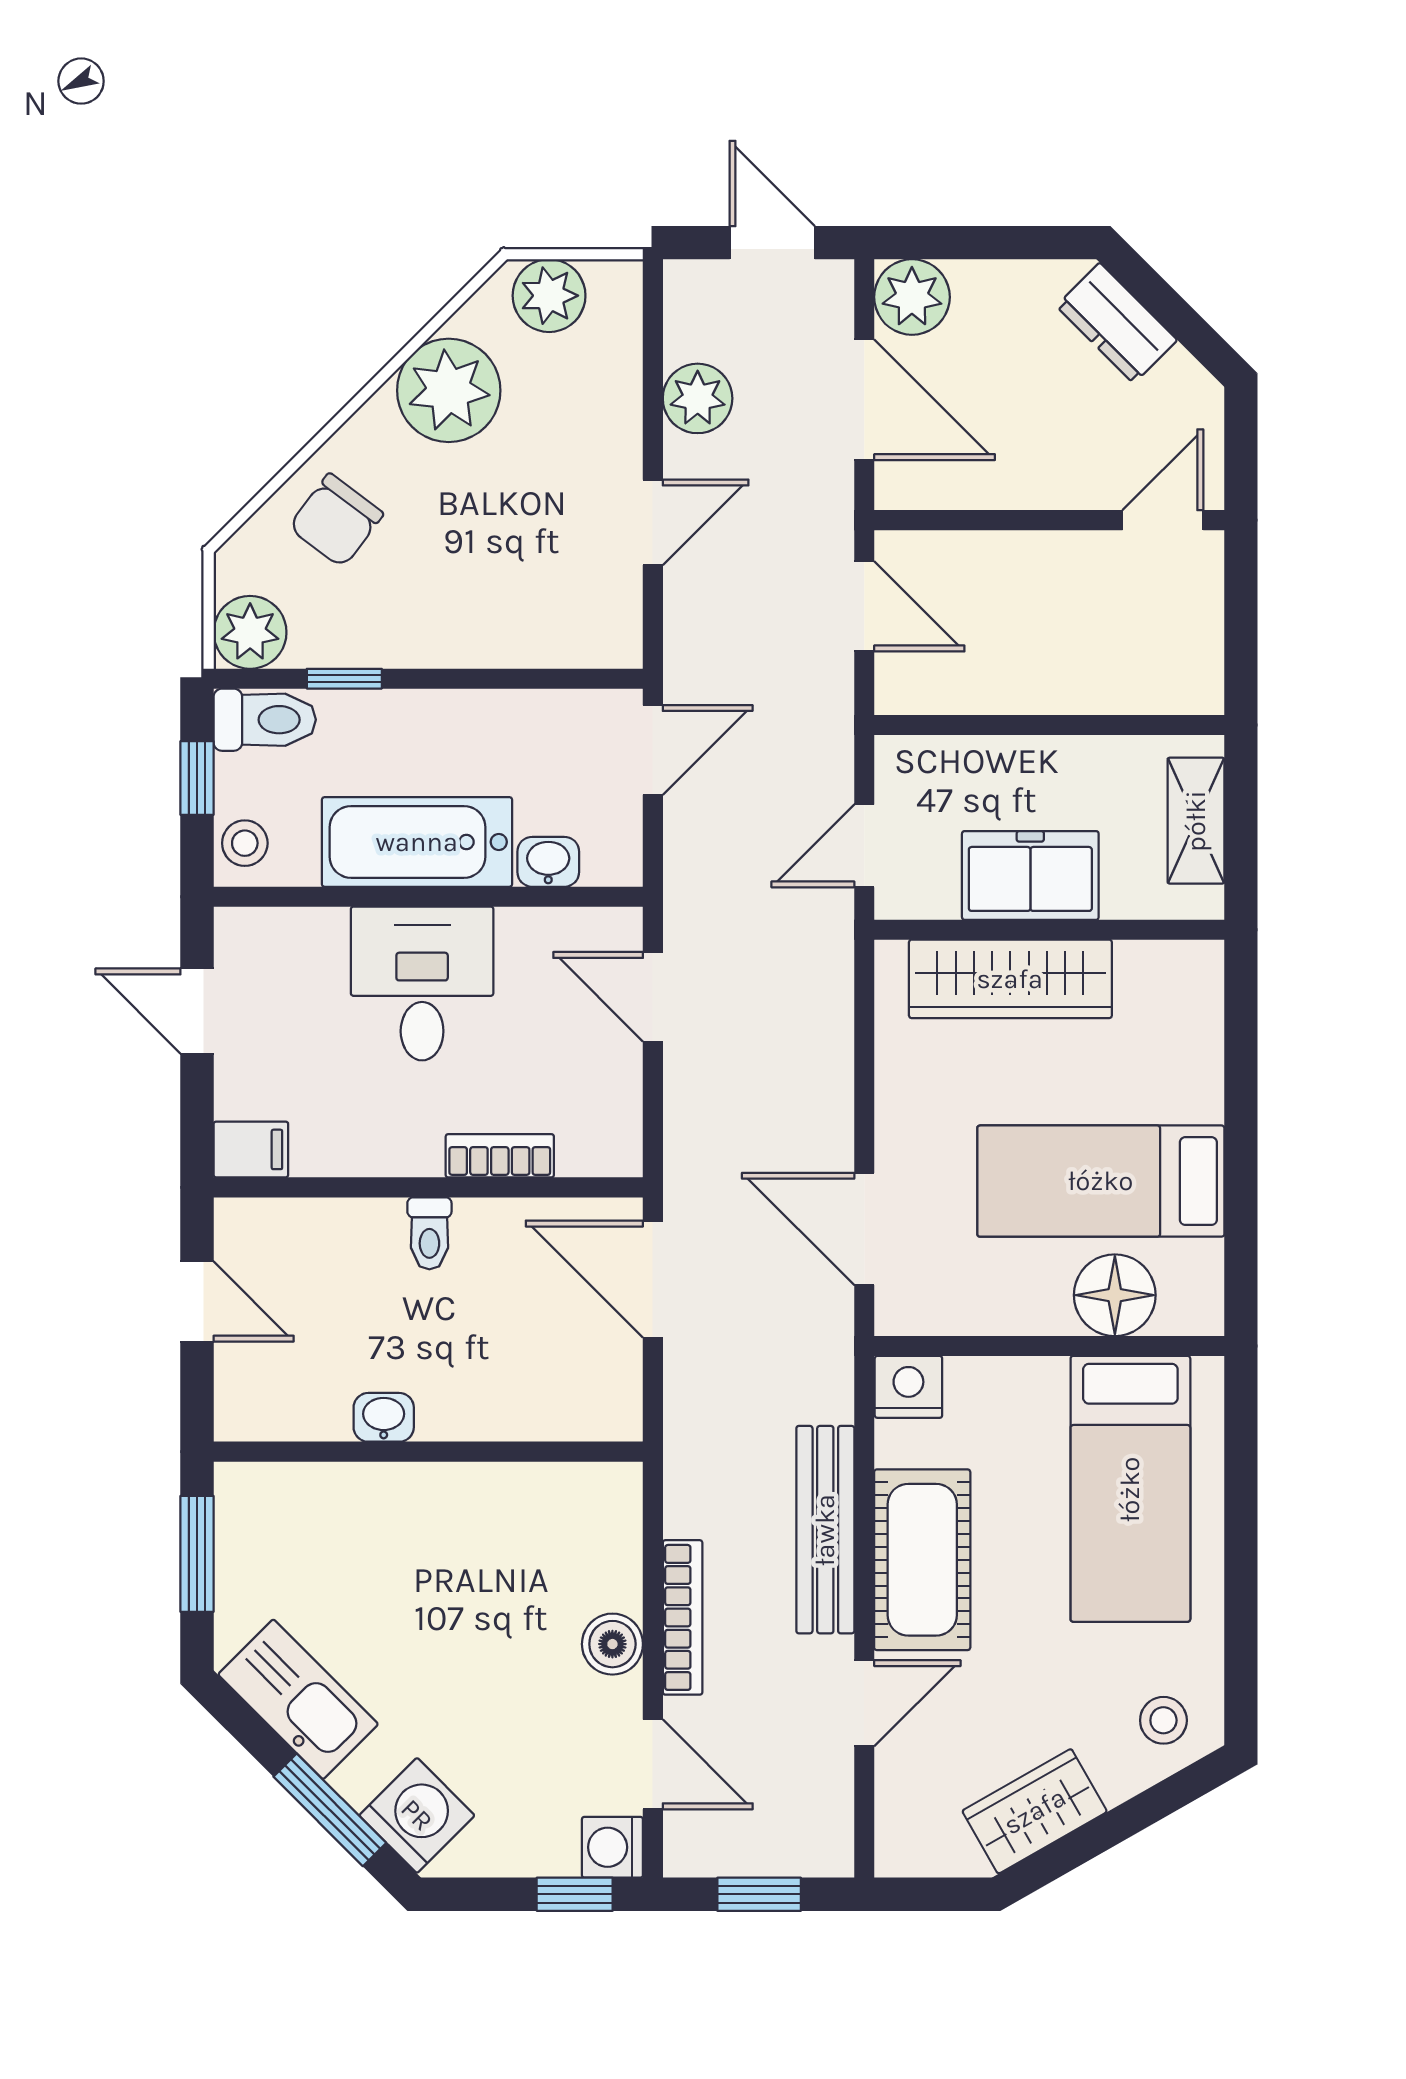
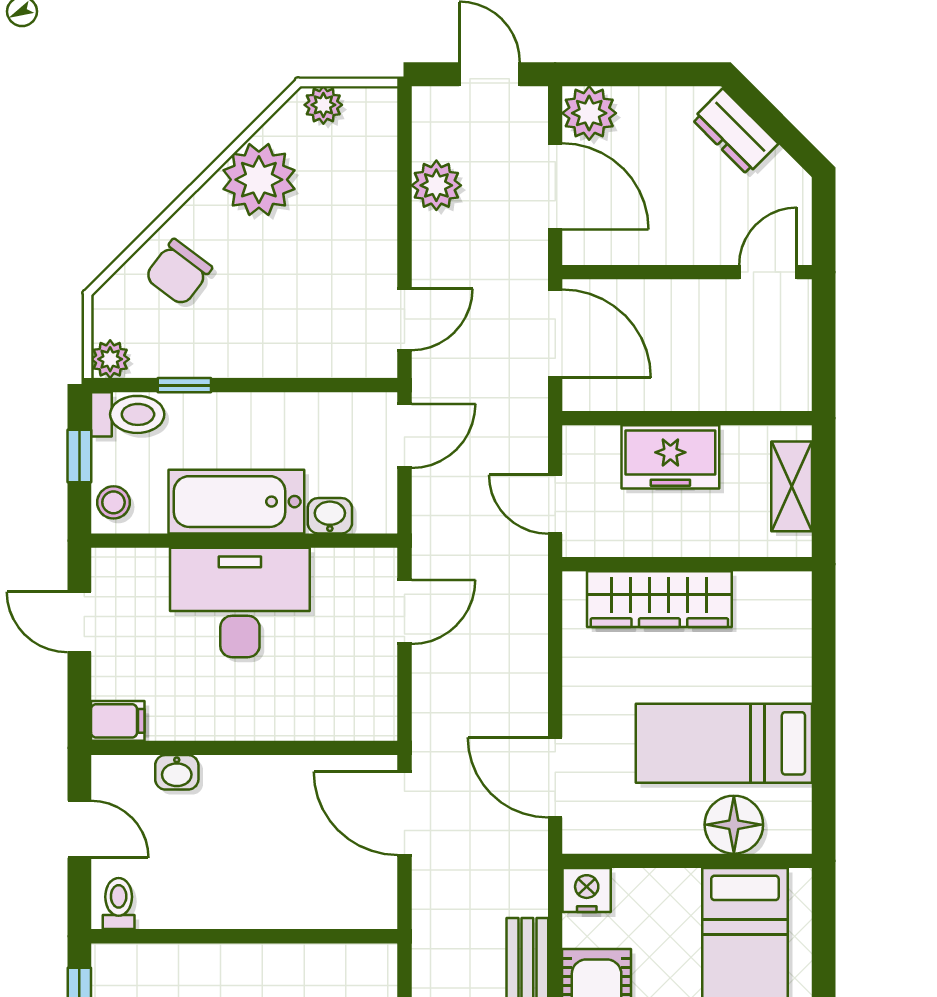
plant: (549, 296) -> (323, 105), width x0.73, depth x0.73
door: (653, 522) -> (404, 320), moved
door: (864, 606) -> (555, 334), width x1.38
plant: (250, 632) -> (110, 359), width x0.73, depth x0.73
door: (864, 846) -> (555, 504), hinge flipped
freezer: (1030, 875) -> (670, 457), moved, turned 180
desk: (422, 983) -> (240, 602), width x1.37
door: (653, 997) -> (404, 612), swing flipped
bookcase: (500, 1156) -> (295, 725), removed
toilet: (429, 1233) -> (119, 904), moved, turned 180
washbasin: (384, 1417) -> (177, 772), moved, turned 180

